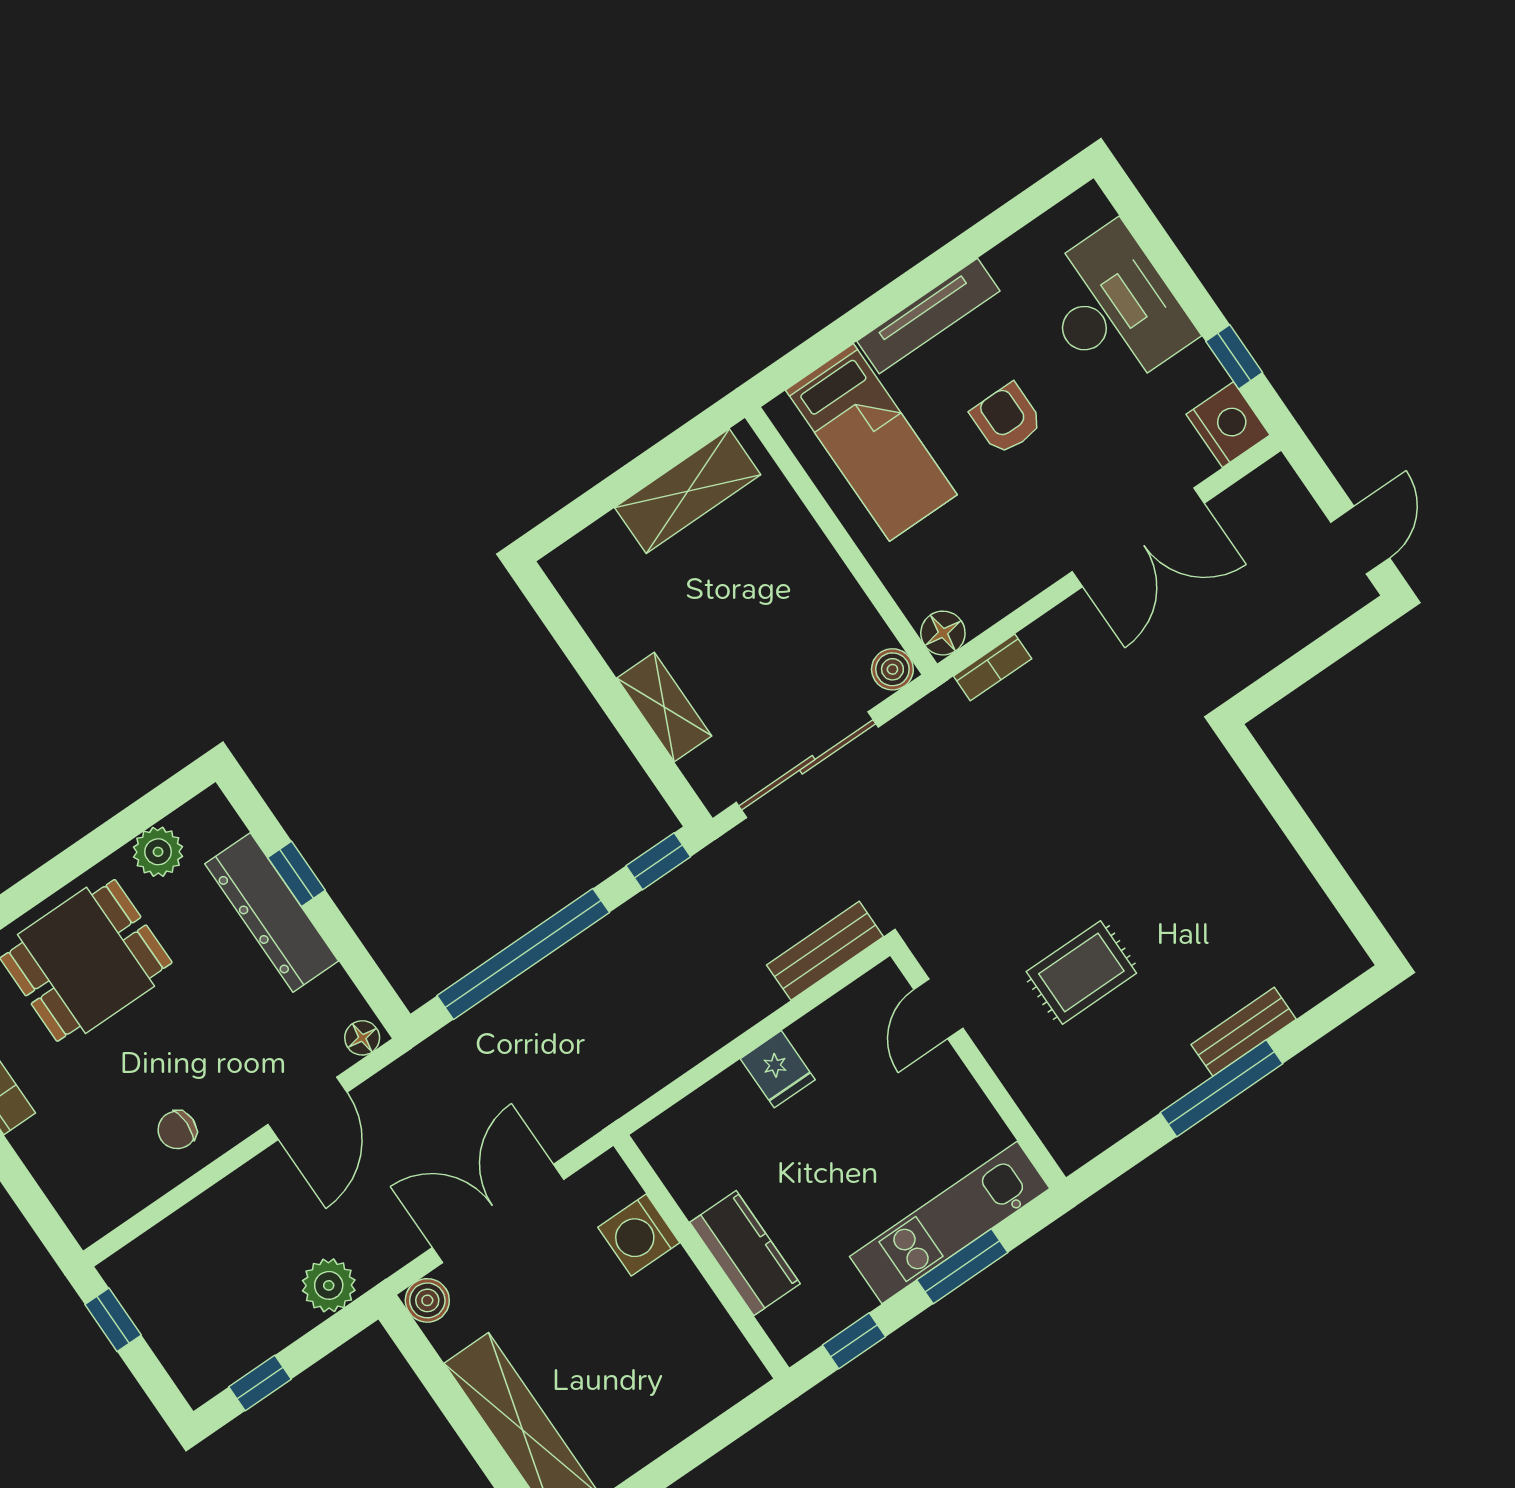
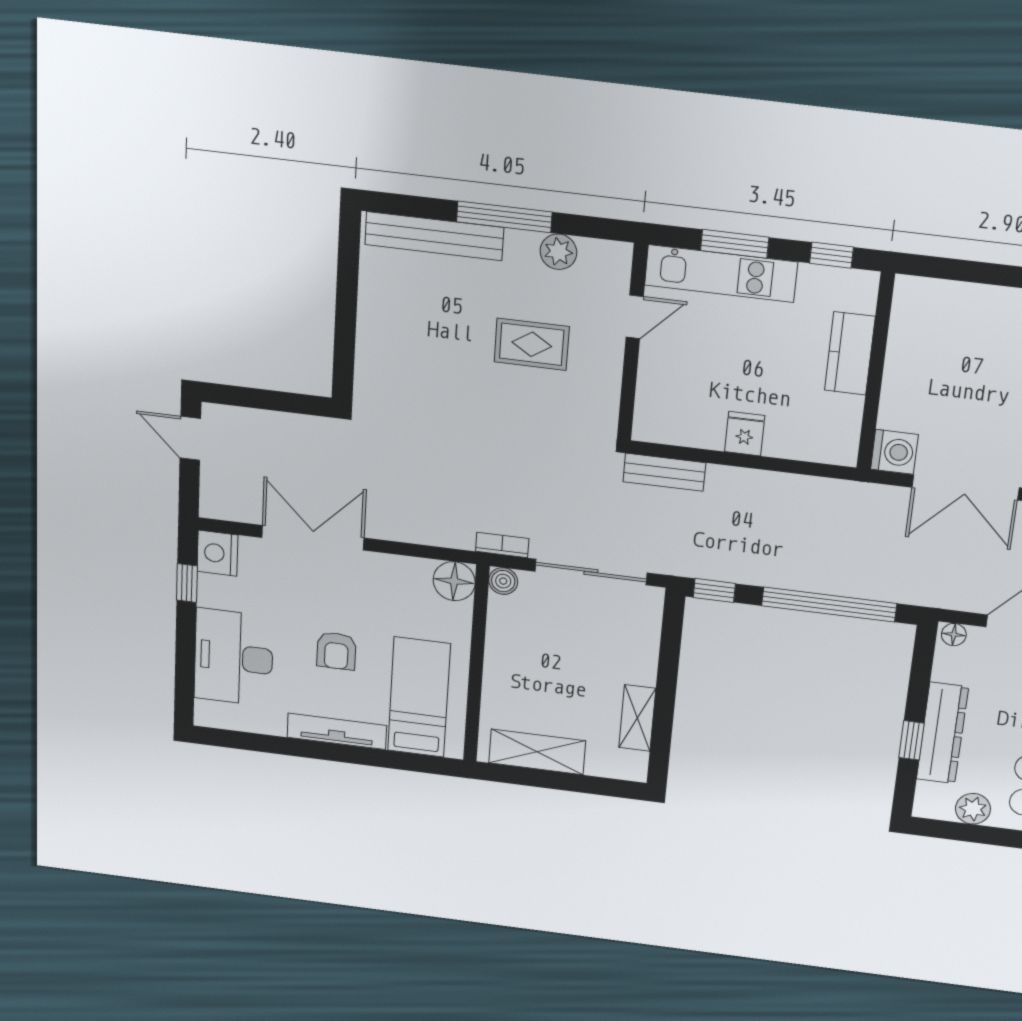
door: (1360, 540) -> (190, 438), hinge flipped
floor lamp: (943, 633) -> (454, 581), width x1.38, depth x1.38
bookcase: (993, 667) -> (502, 545), moved
shelving: (664, 707) -> (637, 718), moved
door: (938, 1009) -> (635, 317), moved
bench: (1244, 1032) -> (434, 236), width x1.86, depth x1.21
plant: (1136, 1099) -> (558, 252), added
washing machine: (639, 1235) -> (894, 452), moved

